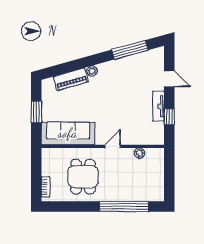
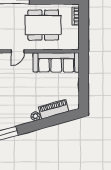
window: (36, 112) -> (84, 81), removed
dining table: (83, 177) -> (43, 25), width x1.38

